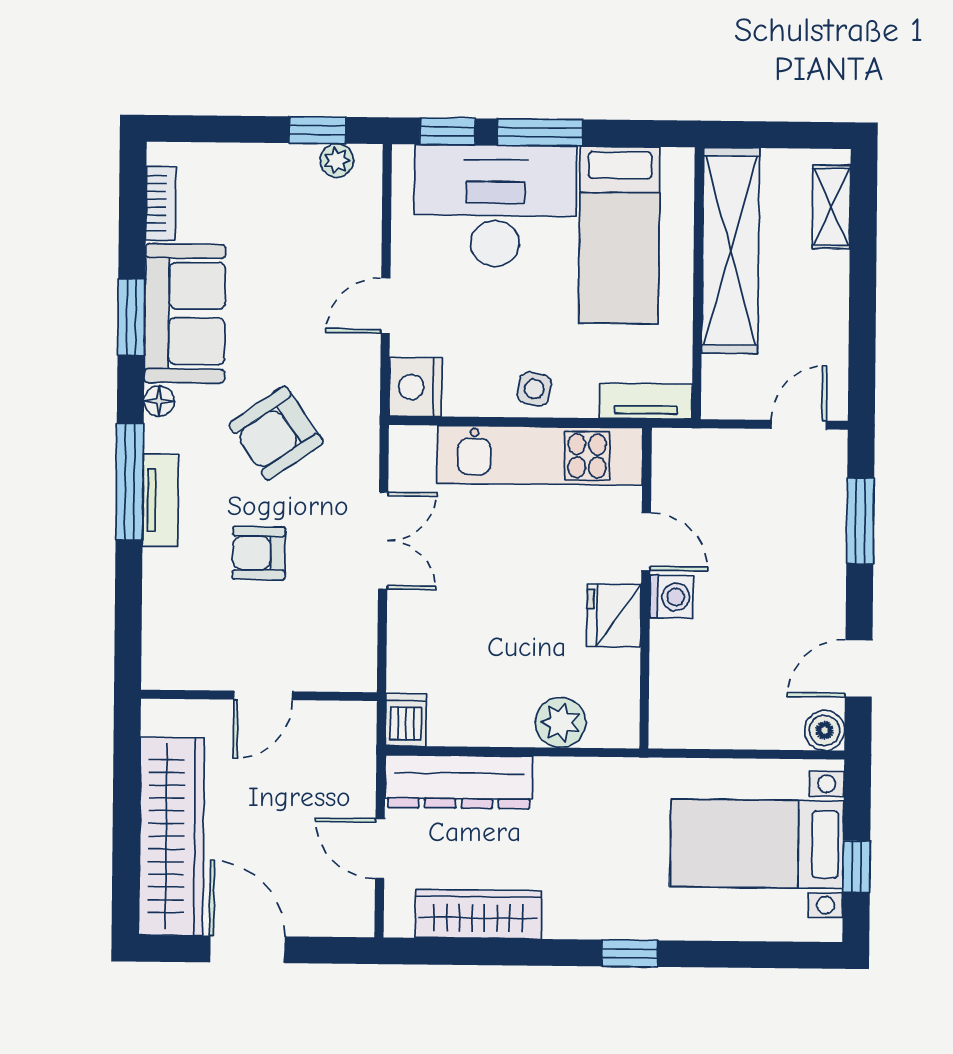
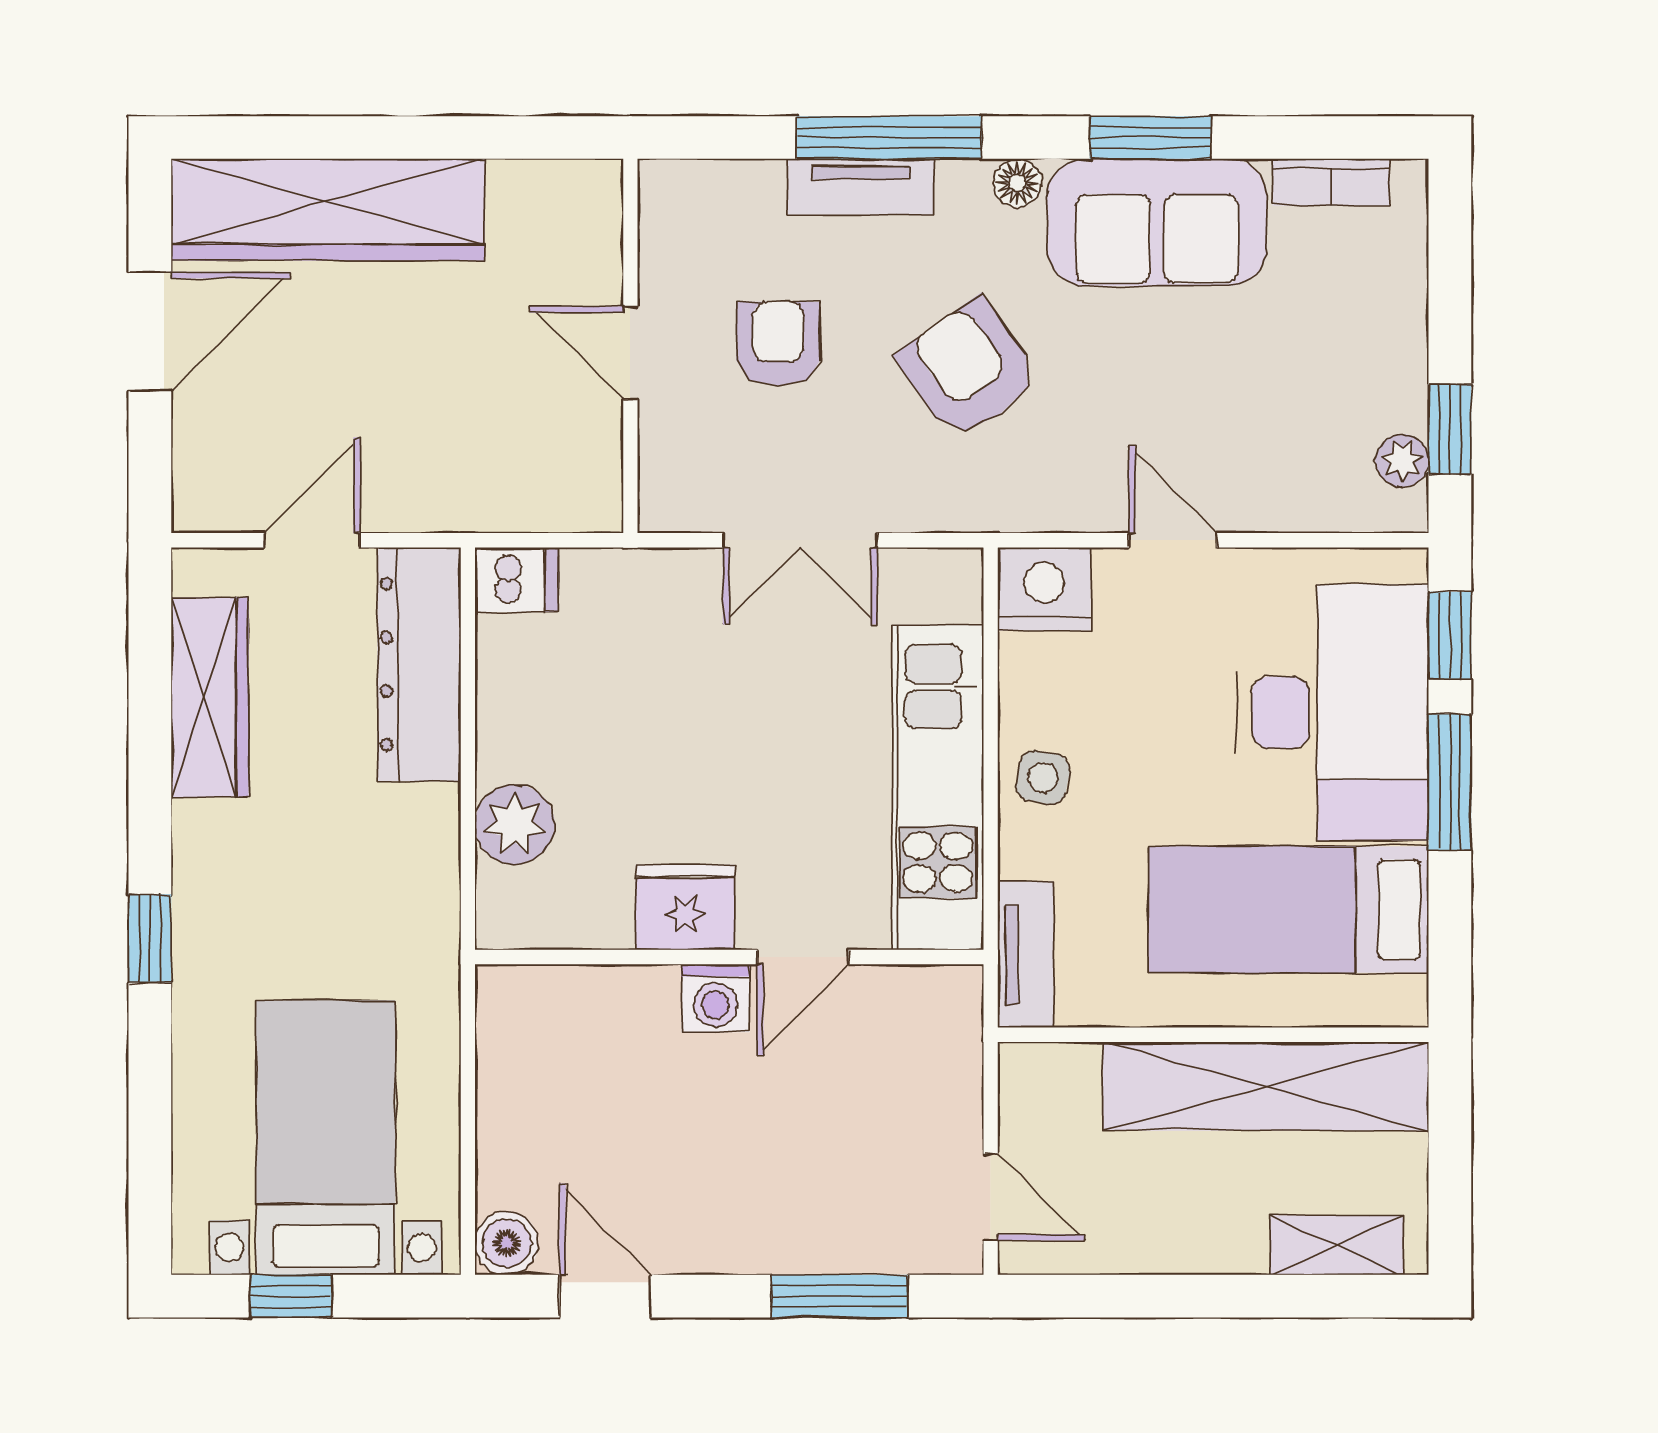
wall: (259, 695) -> (630, 346), moved
door: (263, 695) -> (630, 353), moved

